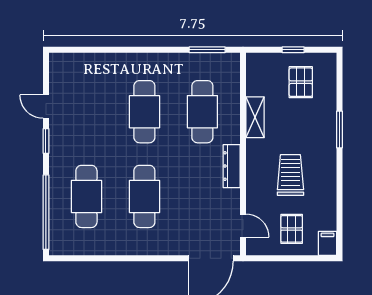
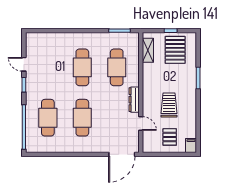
pallet: (301, 82) -> (175, 50), width x1.50, depth x1.42
shelving: (255, 117) -> (148, 50), moved
door: (243, 226) -> (141, 123), moved

